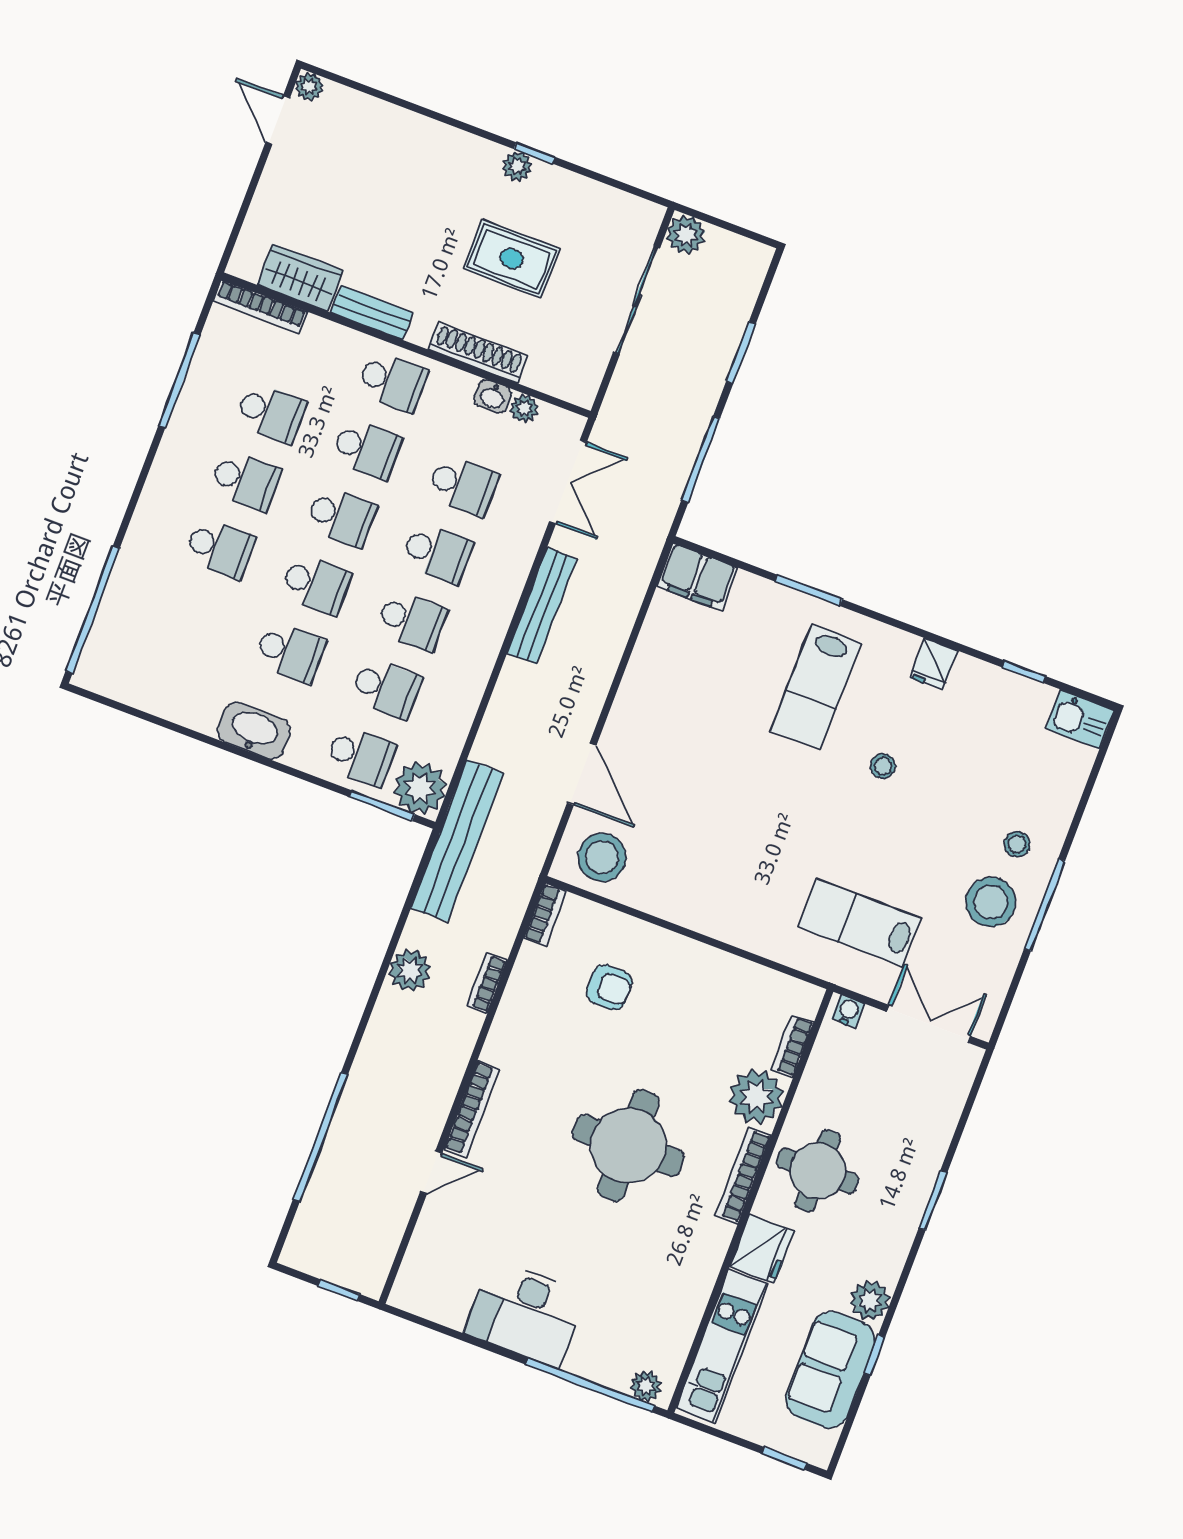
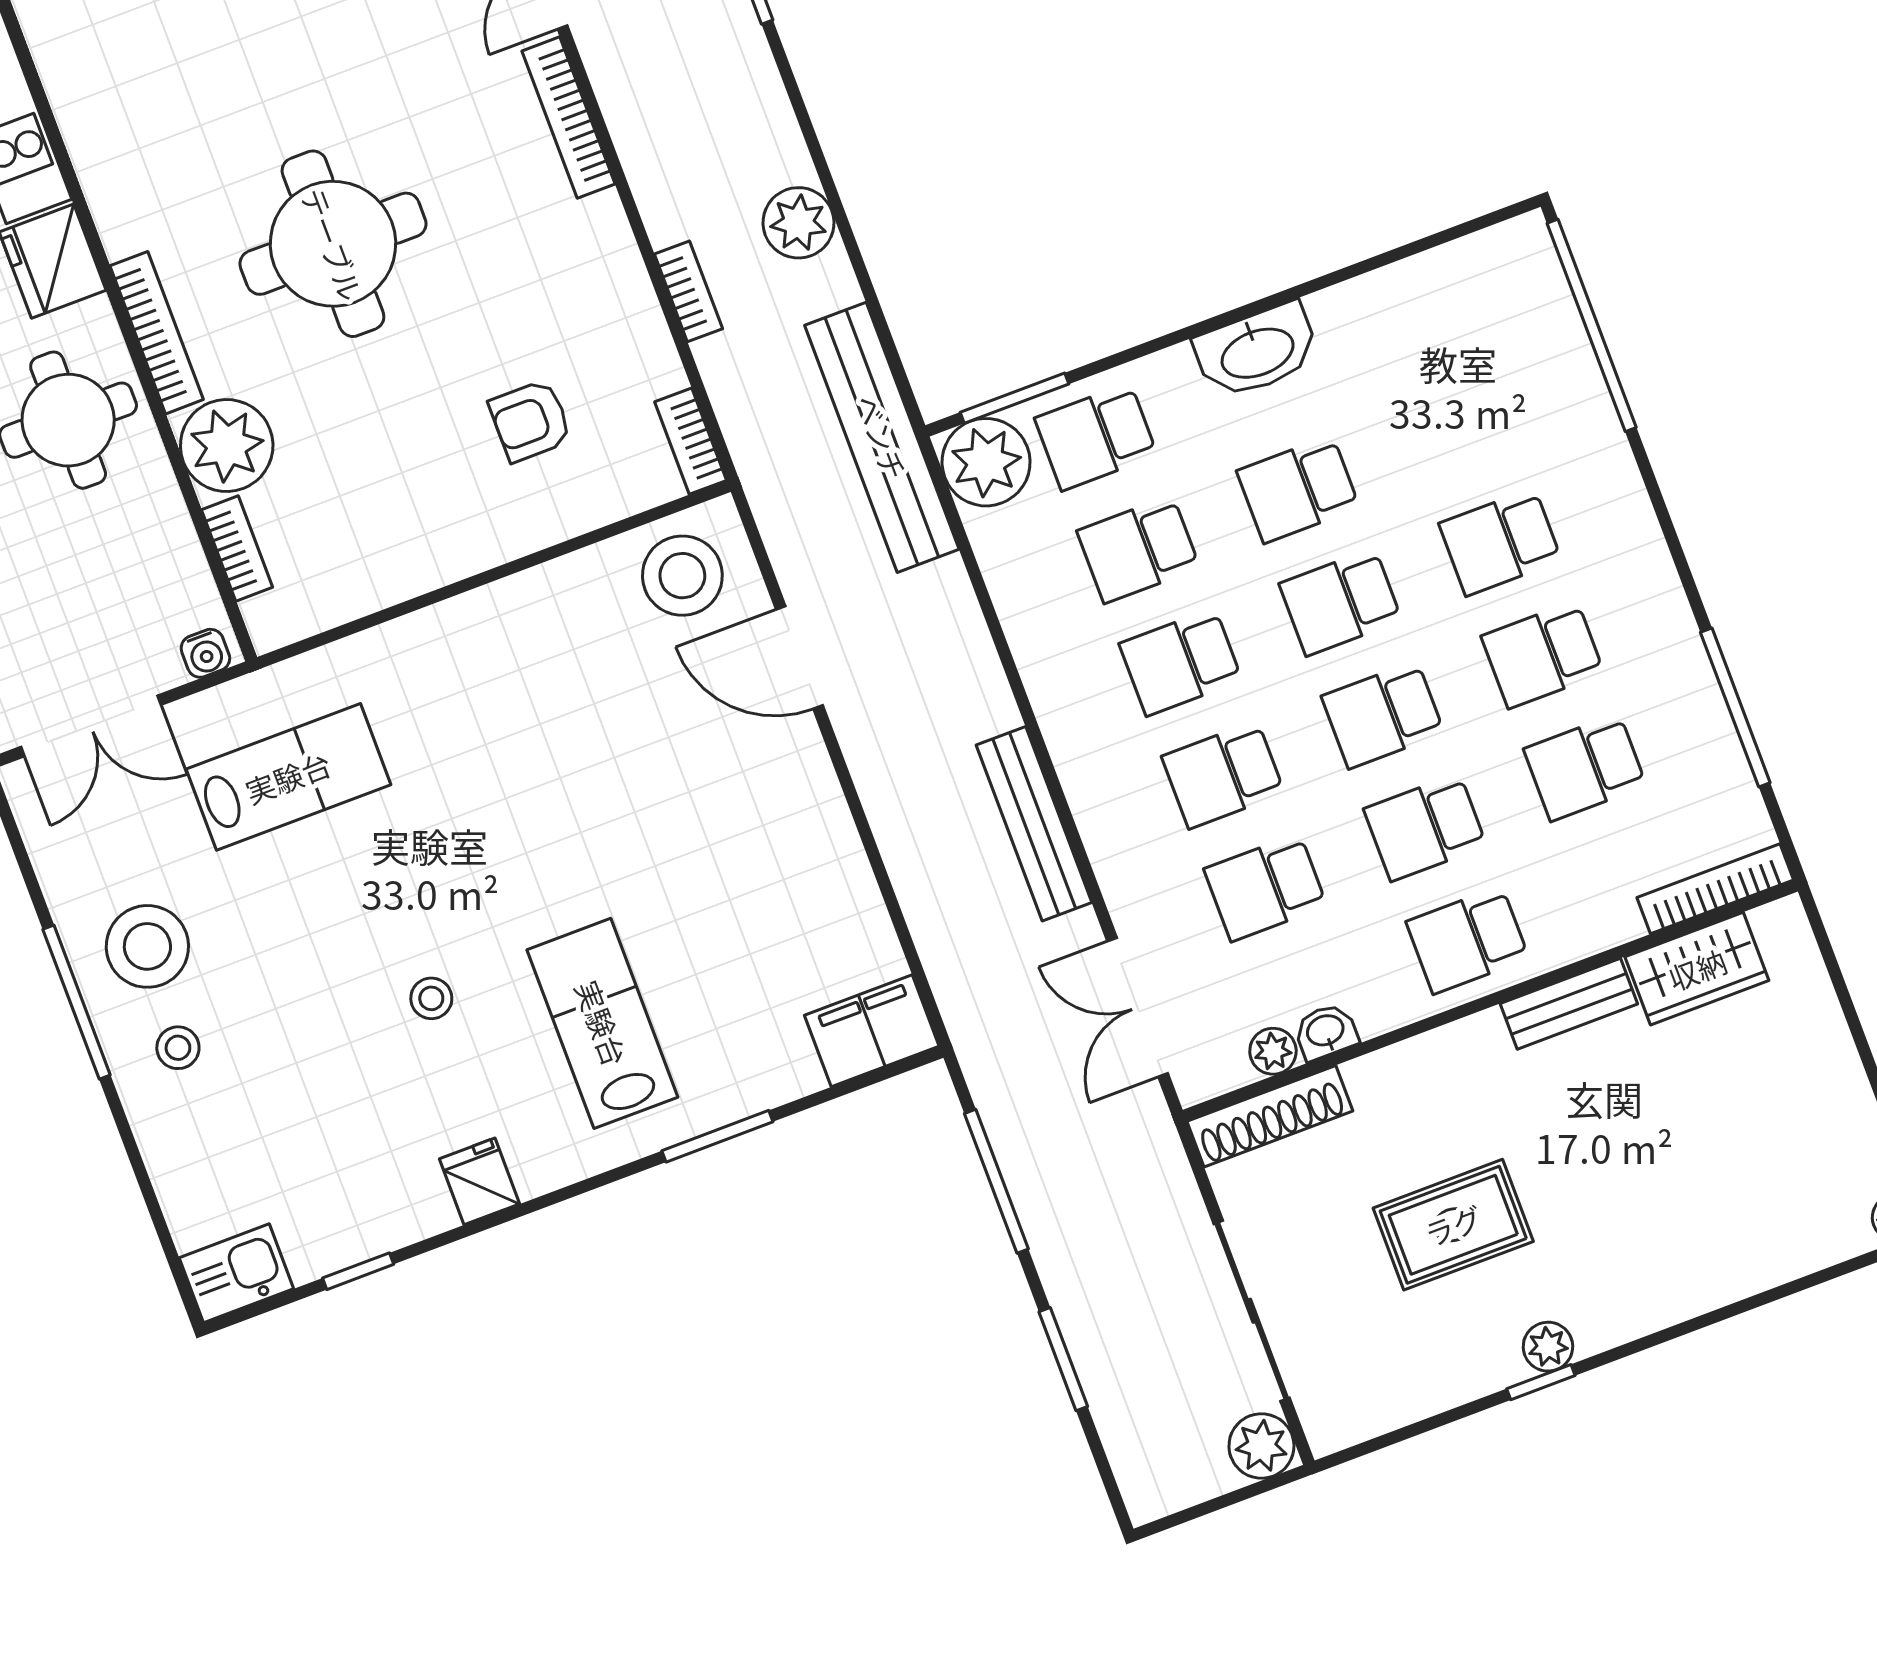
shoe rack: (478, 353) -> (1270, 1116), moved

